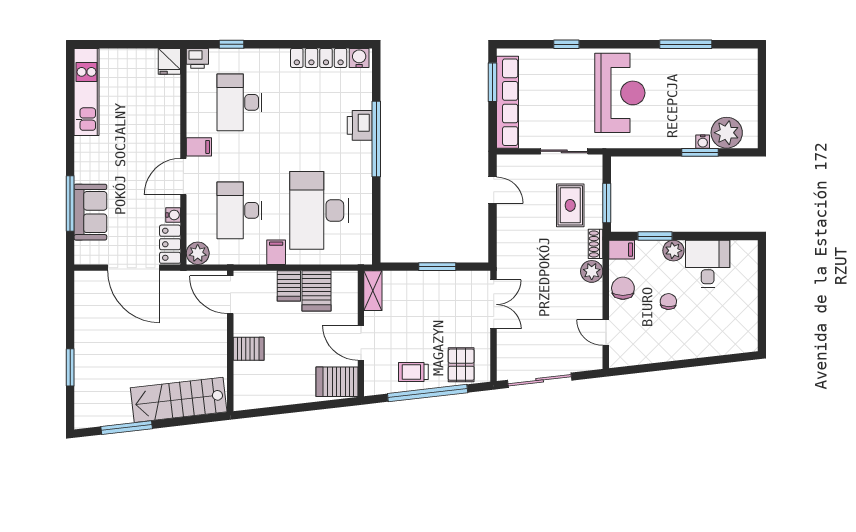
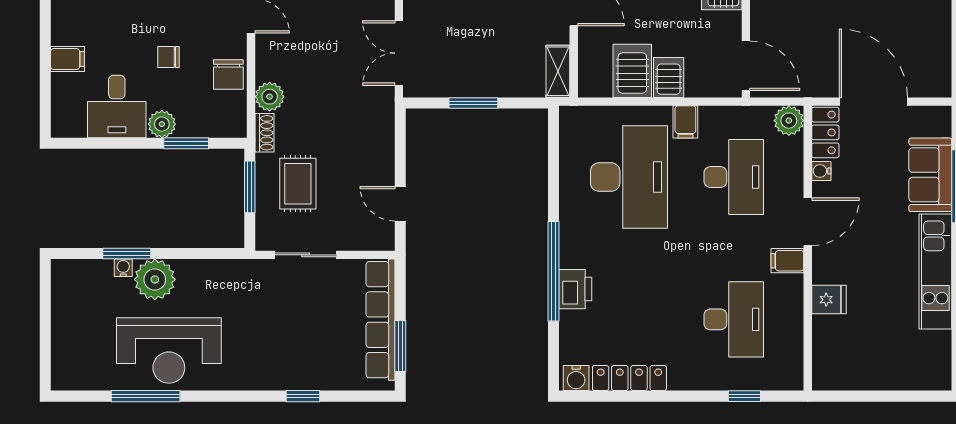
printer: (197, 58) -> (789, 378), removed
fridge: (169, 61) -> (829, 300), moved, turned 90
kitchen unit: (87, 92) -> (935, 272), moved
reception desk: (620, 93) -> (169, 350), moved, turned -90
plant: (727, 133) -> (155, 279), moved
filing cabinet: (622, 250) -> (67, 59), moved, turned 180
chair: (668, 302) -> (169, 57), turned 87

